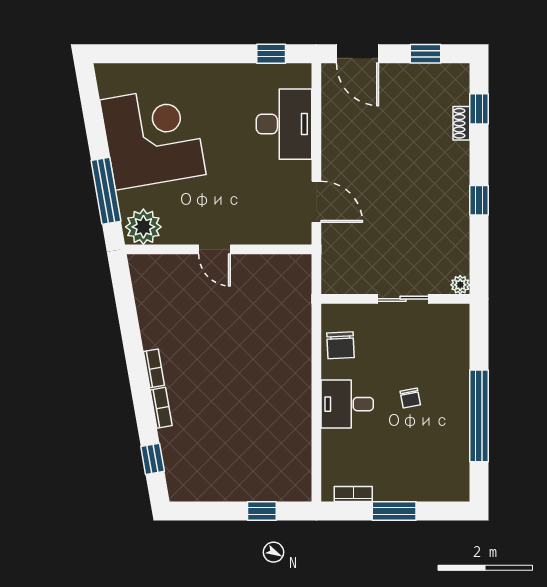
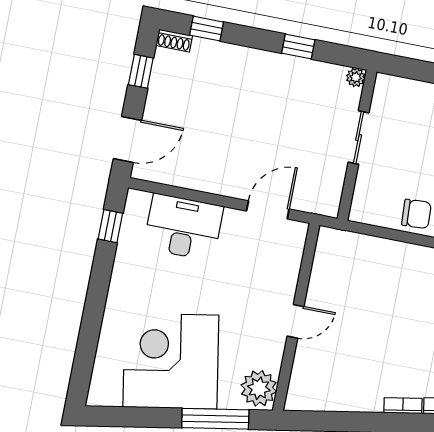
shoe rack: (461, 123) -> (174, 41), moved
plant: (460, 285) -> (356, 77), moved
wall: (395, 299) -> (357, 145), moved
sliding door: (403, 299) -> (359, 138), moved

